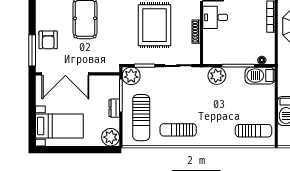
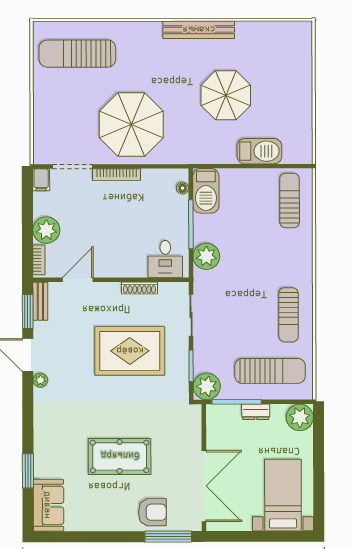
desk: (215, 17) -> (165, 259), moved

